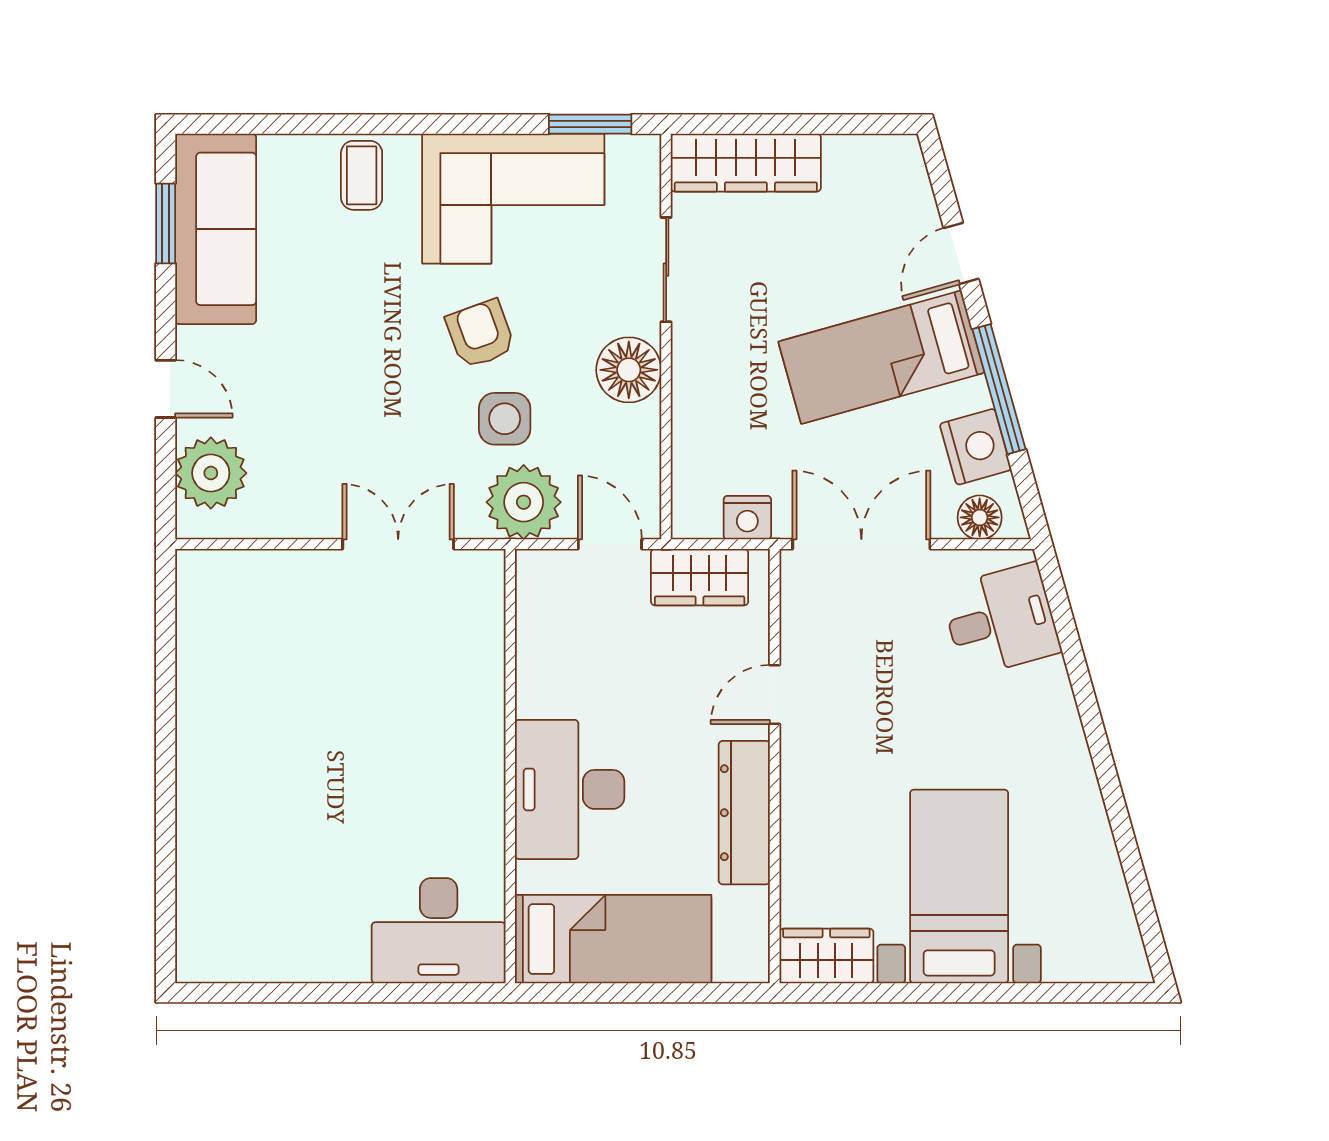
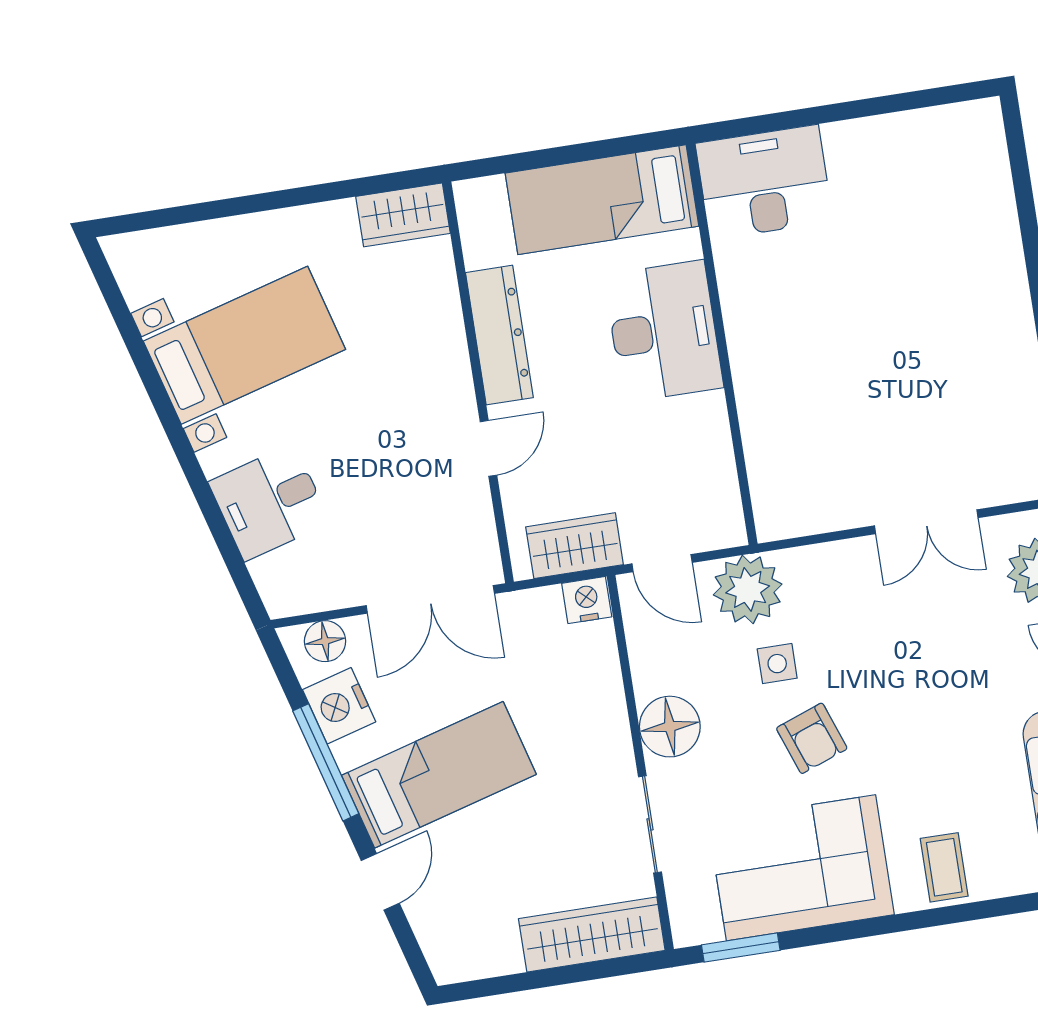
side table: (505, 419) -> (777, 664), width x0.73, depth x0.73
nightstand: (747, 518) -> (587, 600), moved
double door: (398, 544) -> (926, 522), moved
desk: (1001, 620) -> (269, 502), moved
bed with nightstands: (959, 886) -> (244, 345), moved, turned -106

